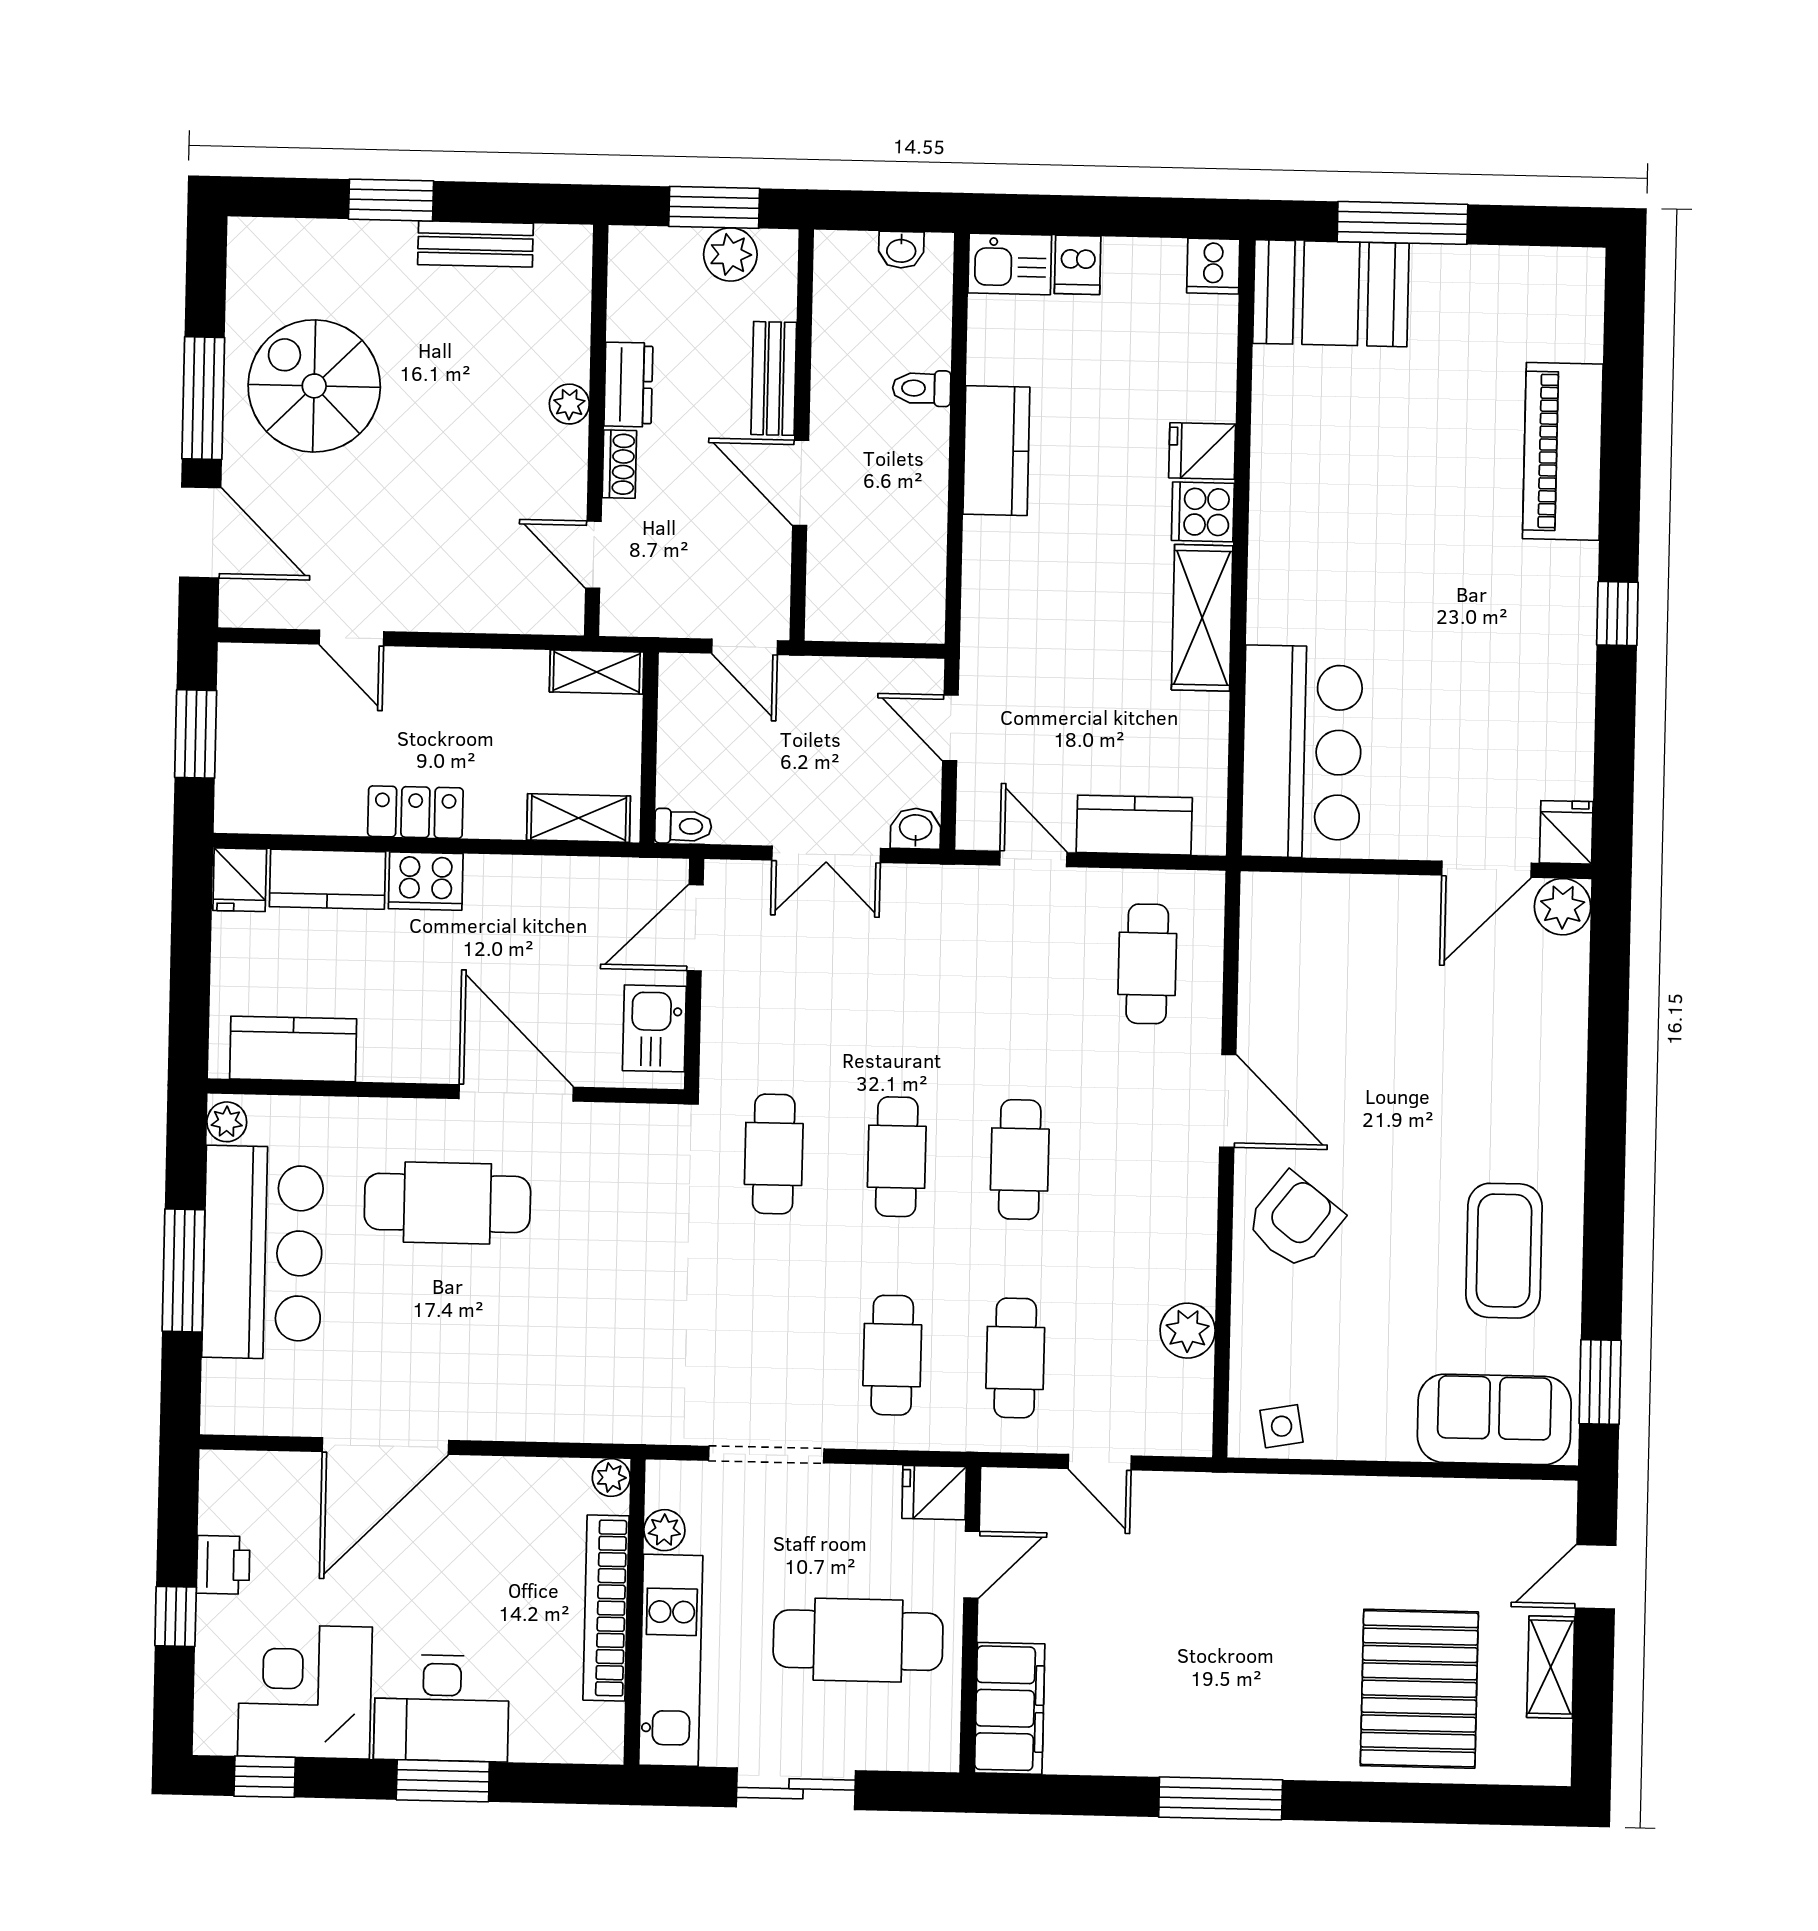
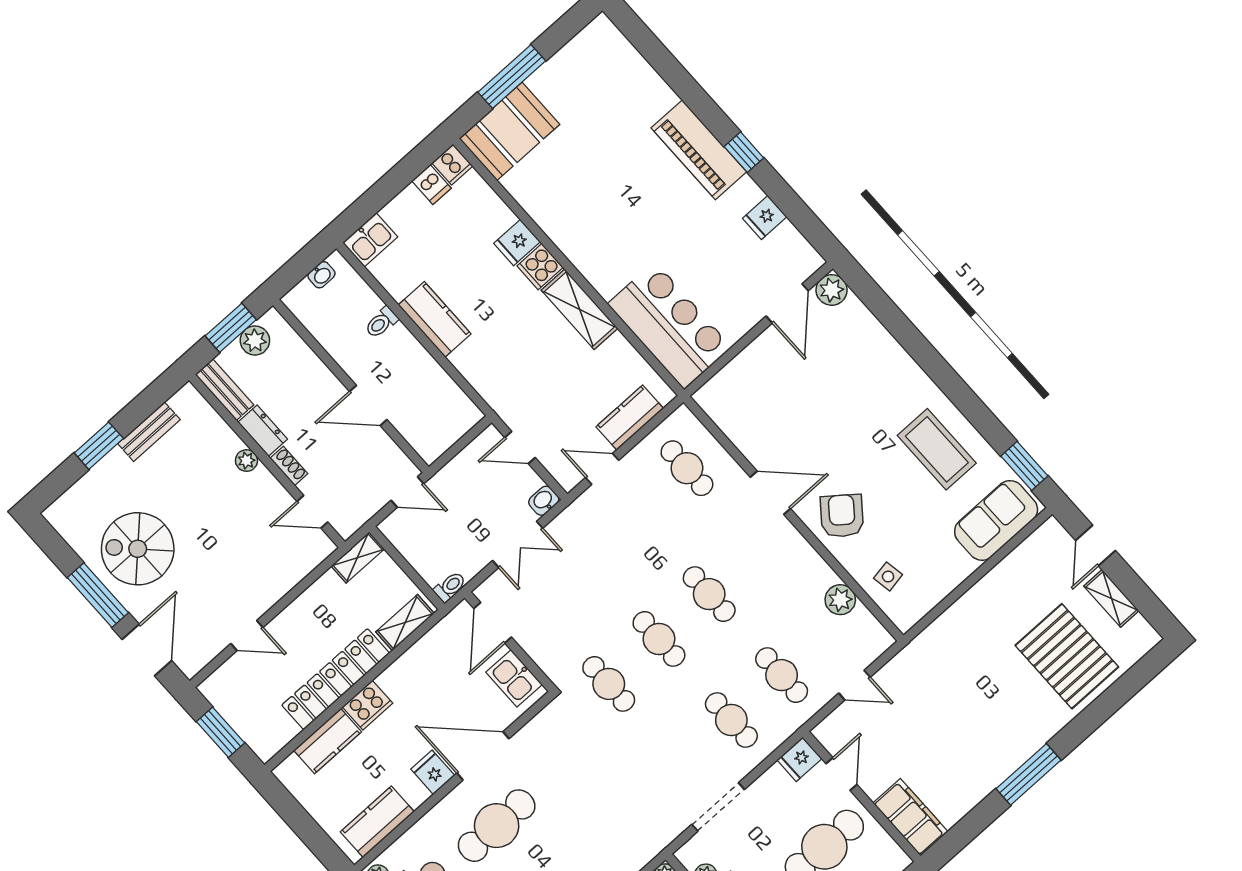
dishwasher: (1078, 265) -> (431, 184), moved
bench: (774, 378) -> (224, 390), moved
piano: (1563, 451) -> (699, 150), moved
door: (200, 532) -> (147, 650), hinge flipped
locker: (415, 812) -> (336, 679), width x2.16, depth x1.21
fridge: (1566, 832) -> (765, 218), moved, turned -90
fridge: (240, 880) -> (433, 772), moved, turned 180
side table: (1282, 1426) -> (888, 576), moved

